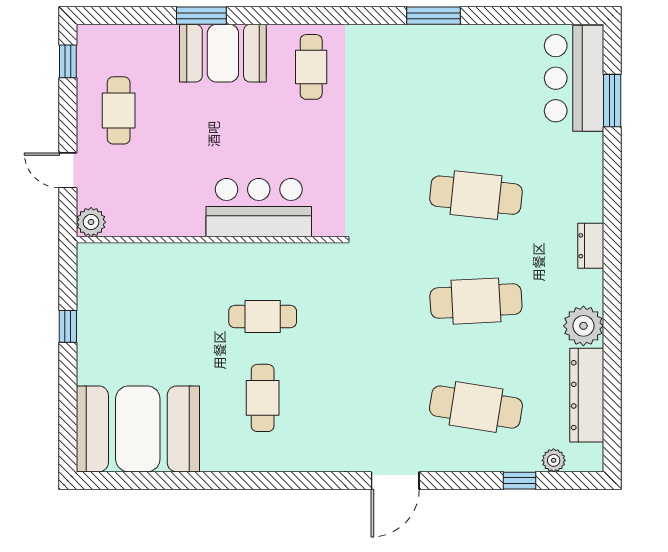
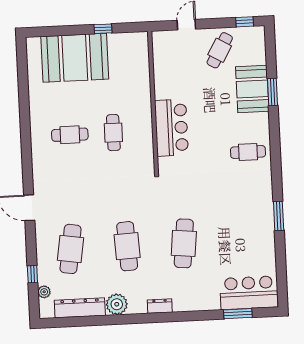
booth: (223, 53) -> (252, 89), moved
cafe table: (119, 110) -> (220, 50), turned -60
plant: (91, 222) -> (159, 38), removed
booth: (138, 429) -> (75, 58), moved, turned 90

